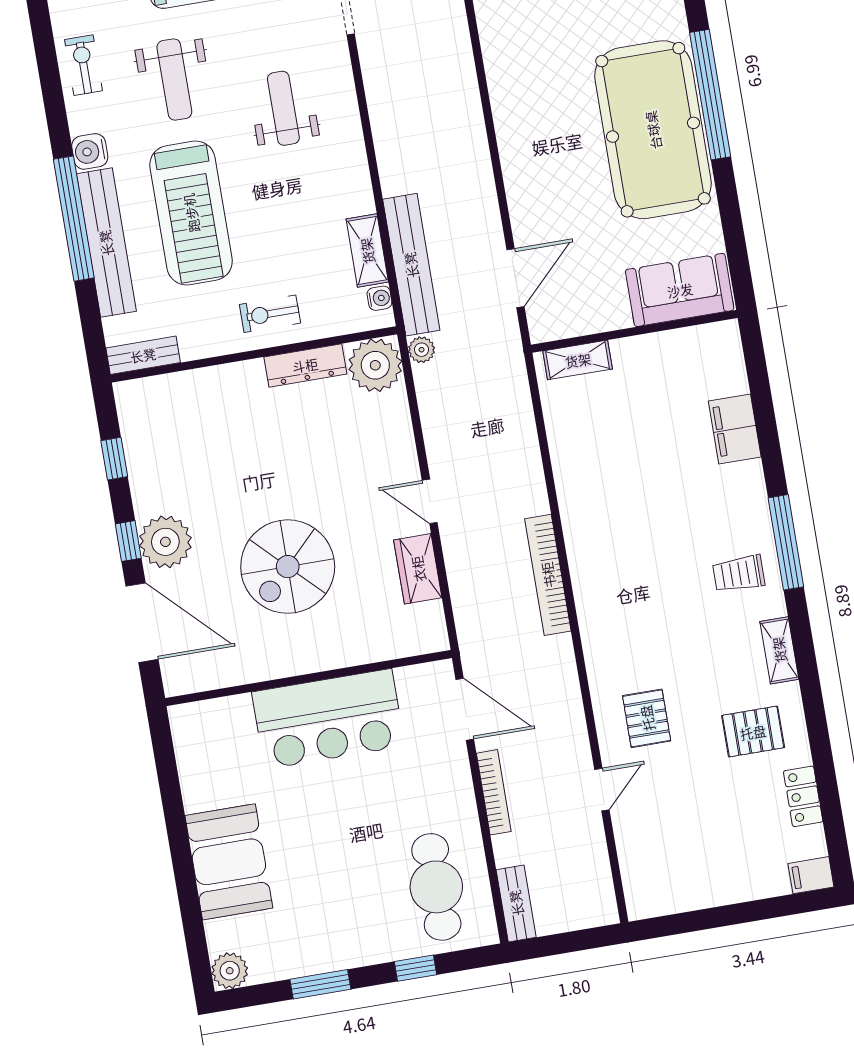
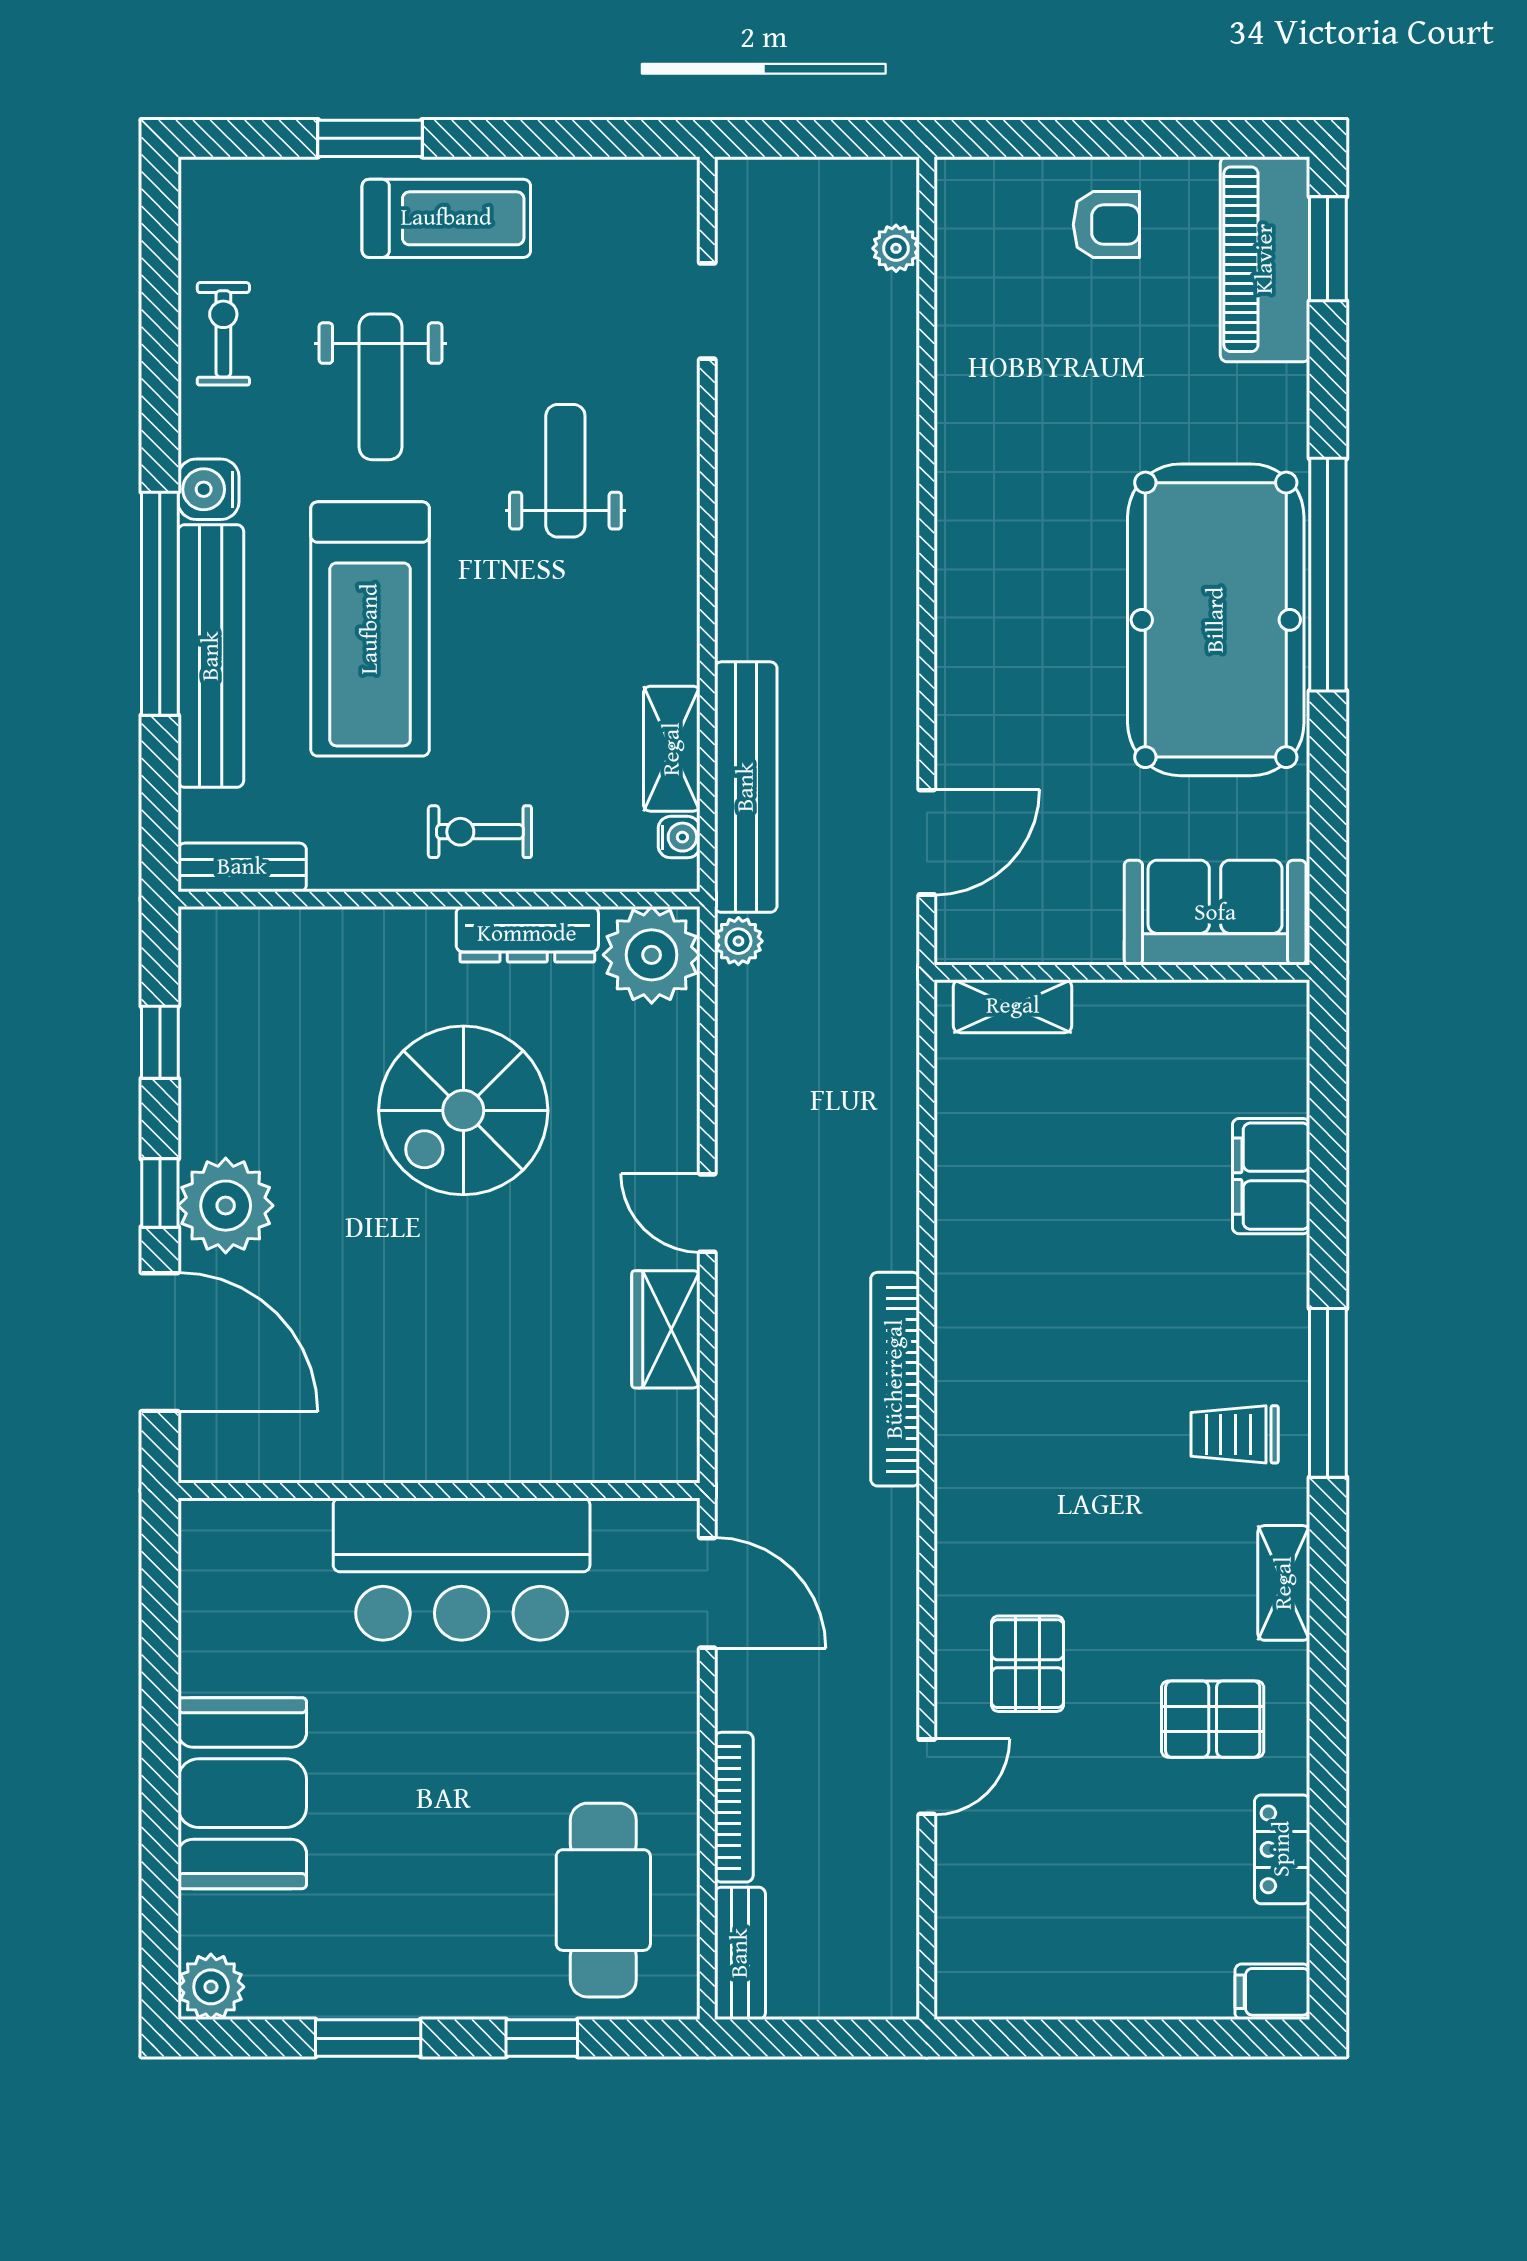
spiral stairs: (288, 567) -> (463, 1110), moved
bookcase: (494, 792) -> (734, 1807), moved

